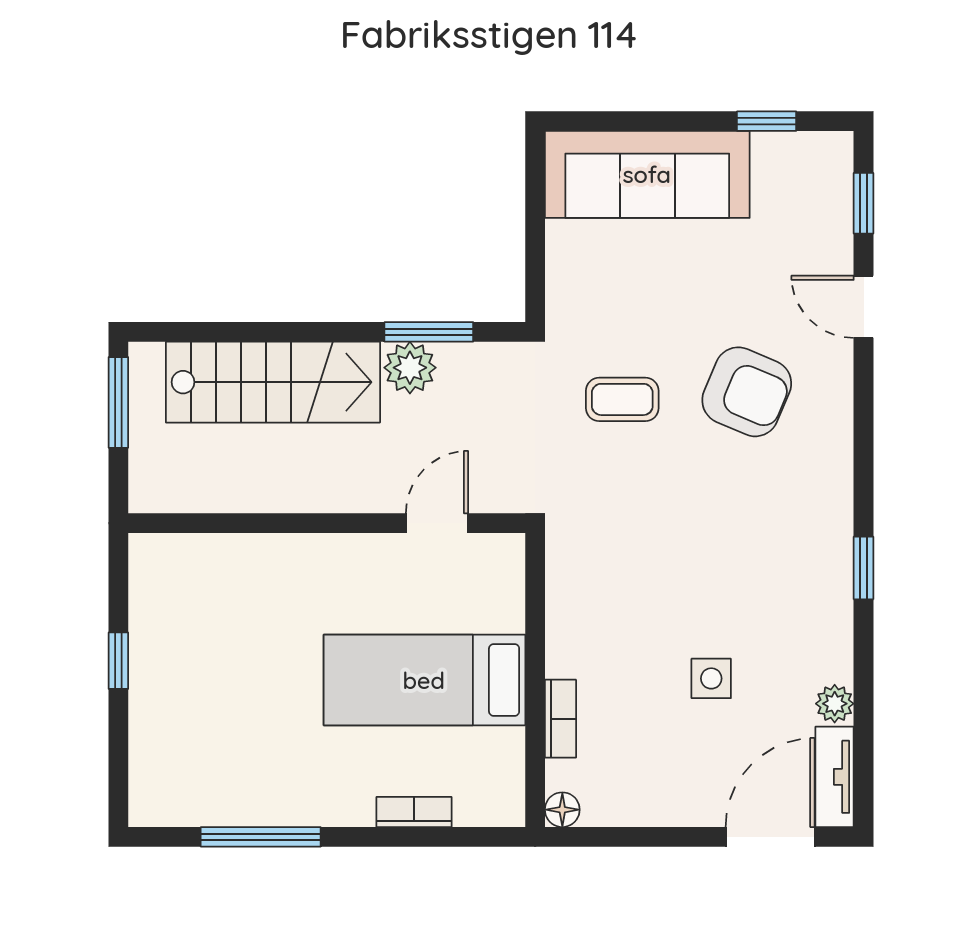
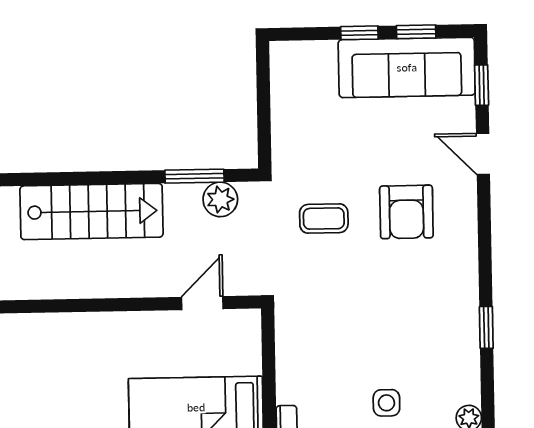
window: (681, 121) -> (359, 33), added
sofa: (647, 174) -> (407, 67), moved
plant: (410, 368) -> (220, 199), moved
armchair: (747, 392) -> (406, 212), turned 67

